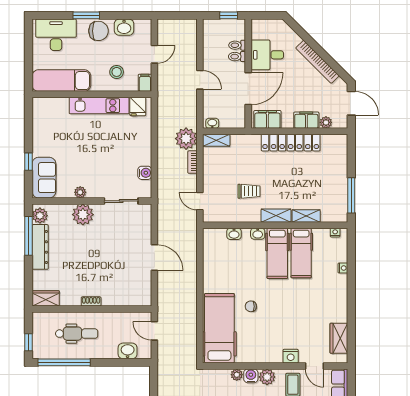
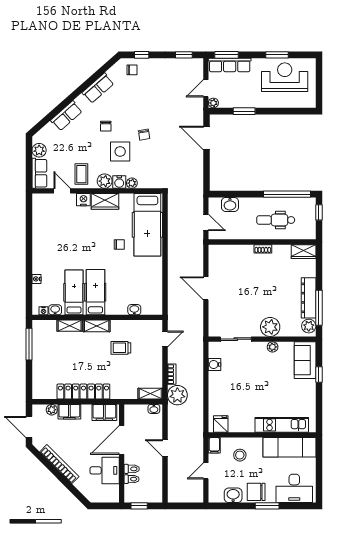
kitchen unit: (99, 106) -> (282, 425), moved
door: (200, 201) -> (165, 339), hinge flipped
washbasin: (258, 234) -> (55, 310), moved
wardrobe: (339, 338) -> (105, 201), moved, turned 90

